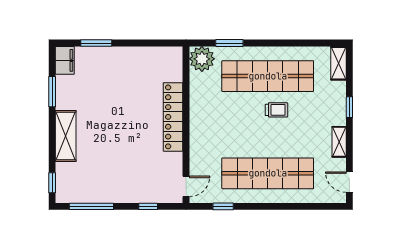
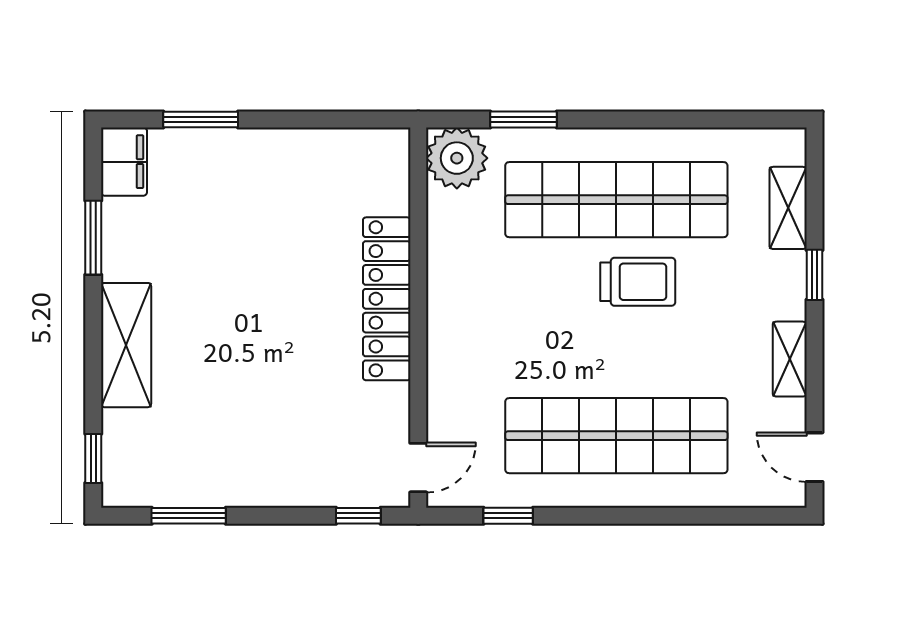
shelving: (338, 63) -> (788, 208), moved
trolley: (276, 110) -> (638, 282), width x1.36, depth x1.39
window: (91, 206) -> (189, 516), width x0.69
window: (148, 206) -> (358, 516), moved

